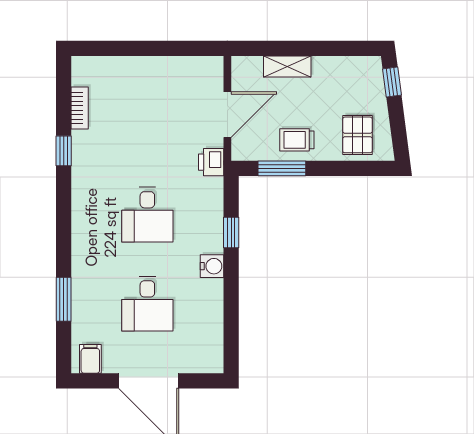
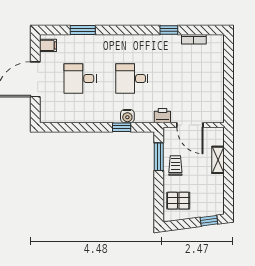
water cooler: (212, 266) -> (127, 116), moved

